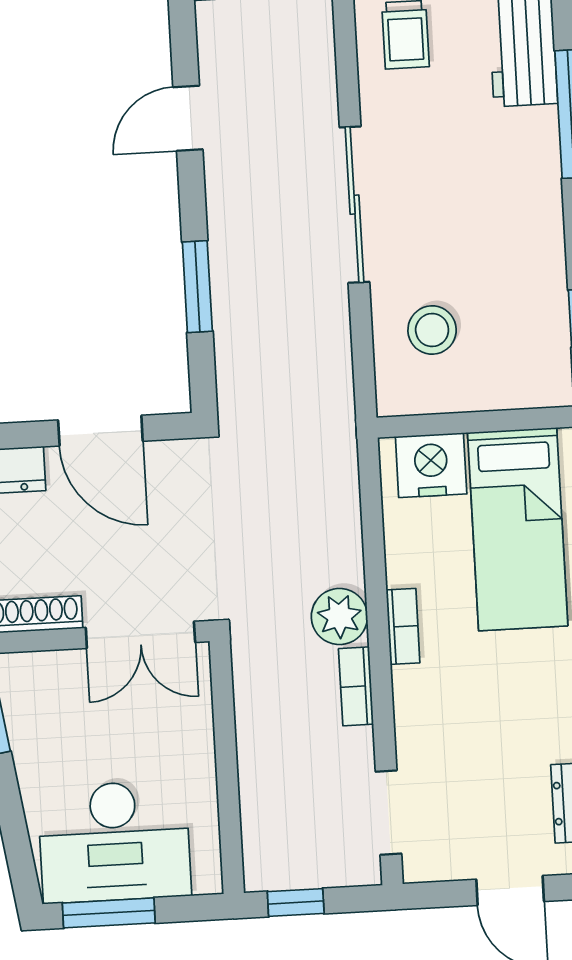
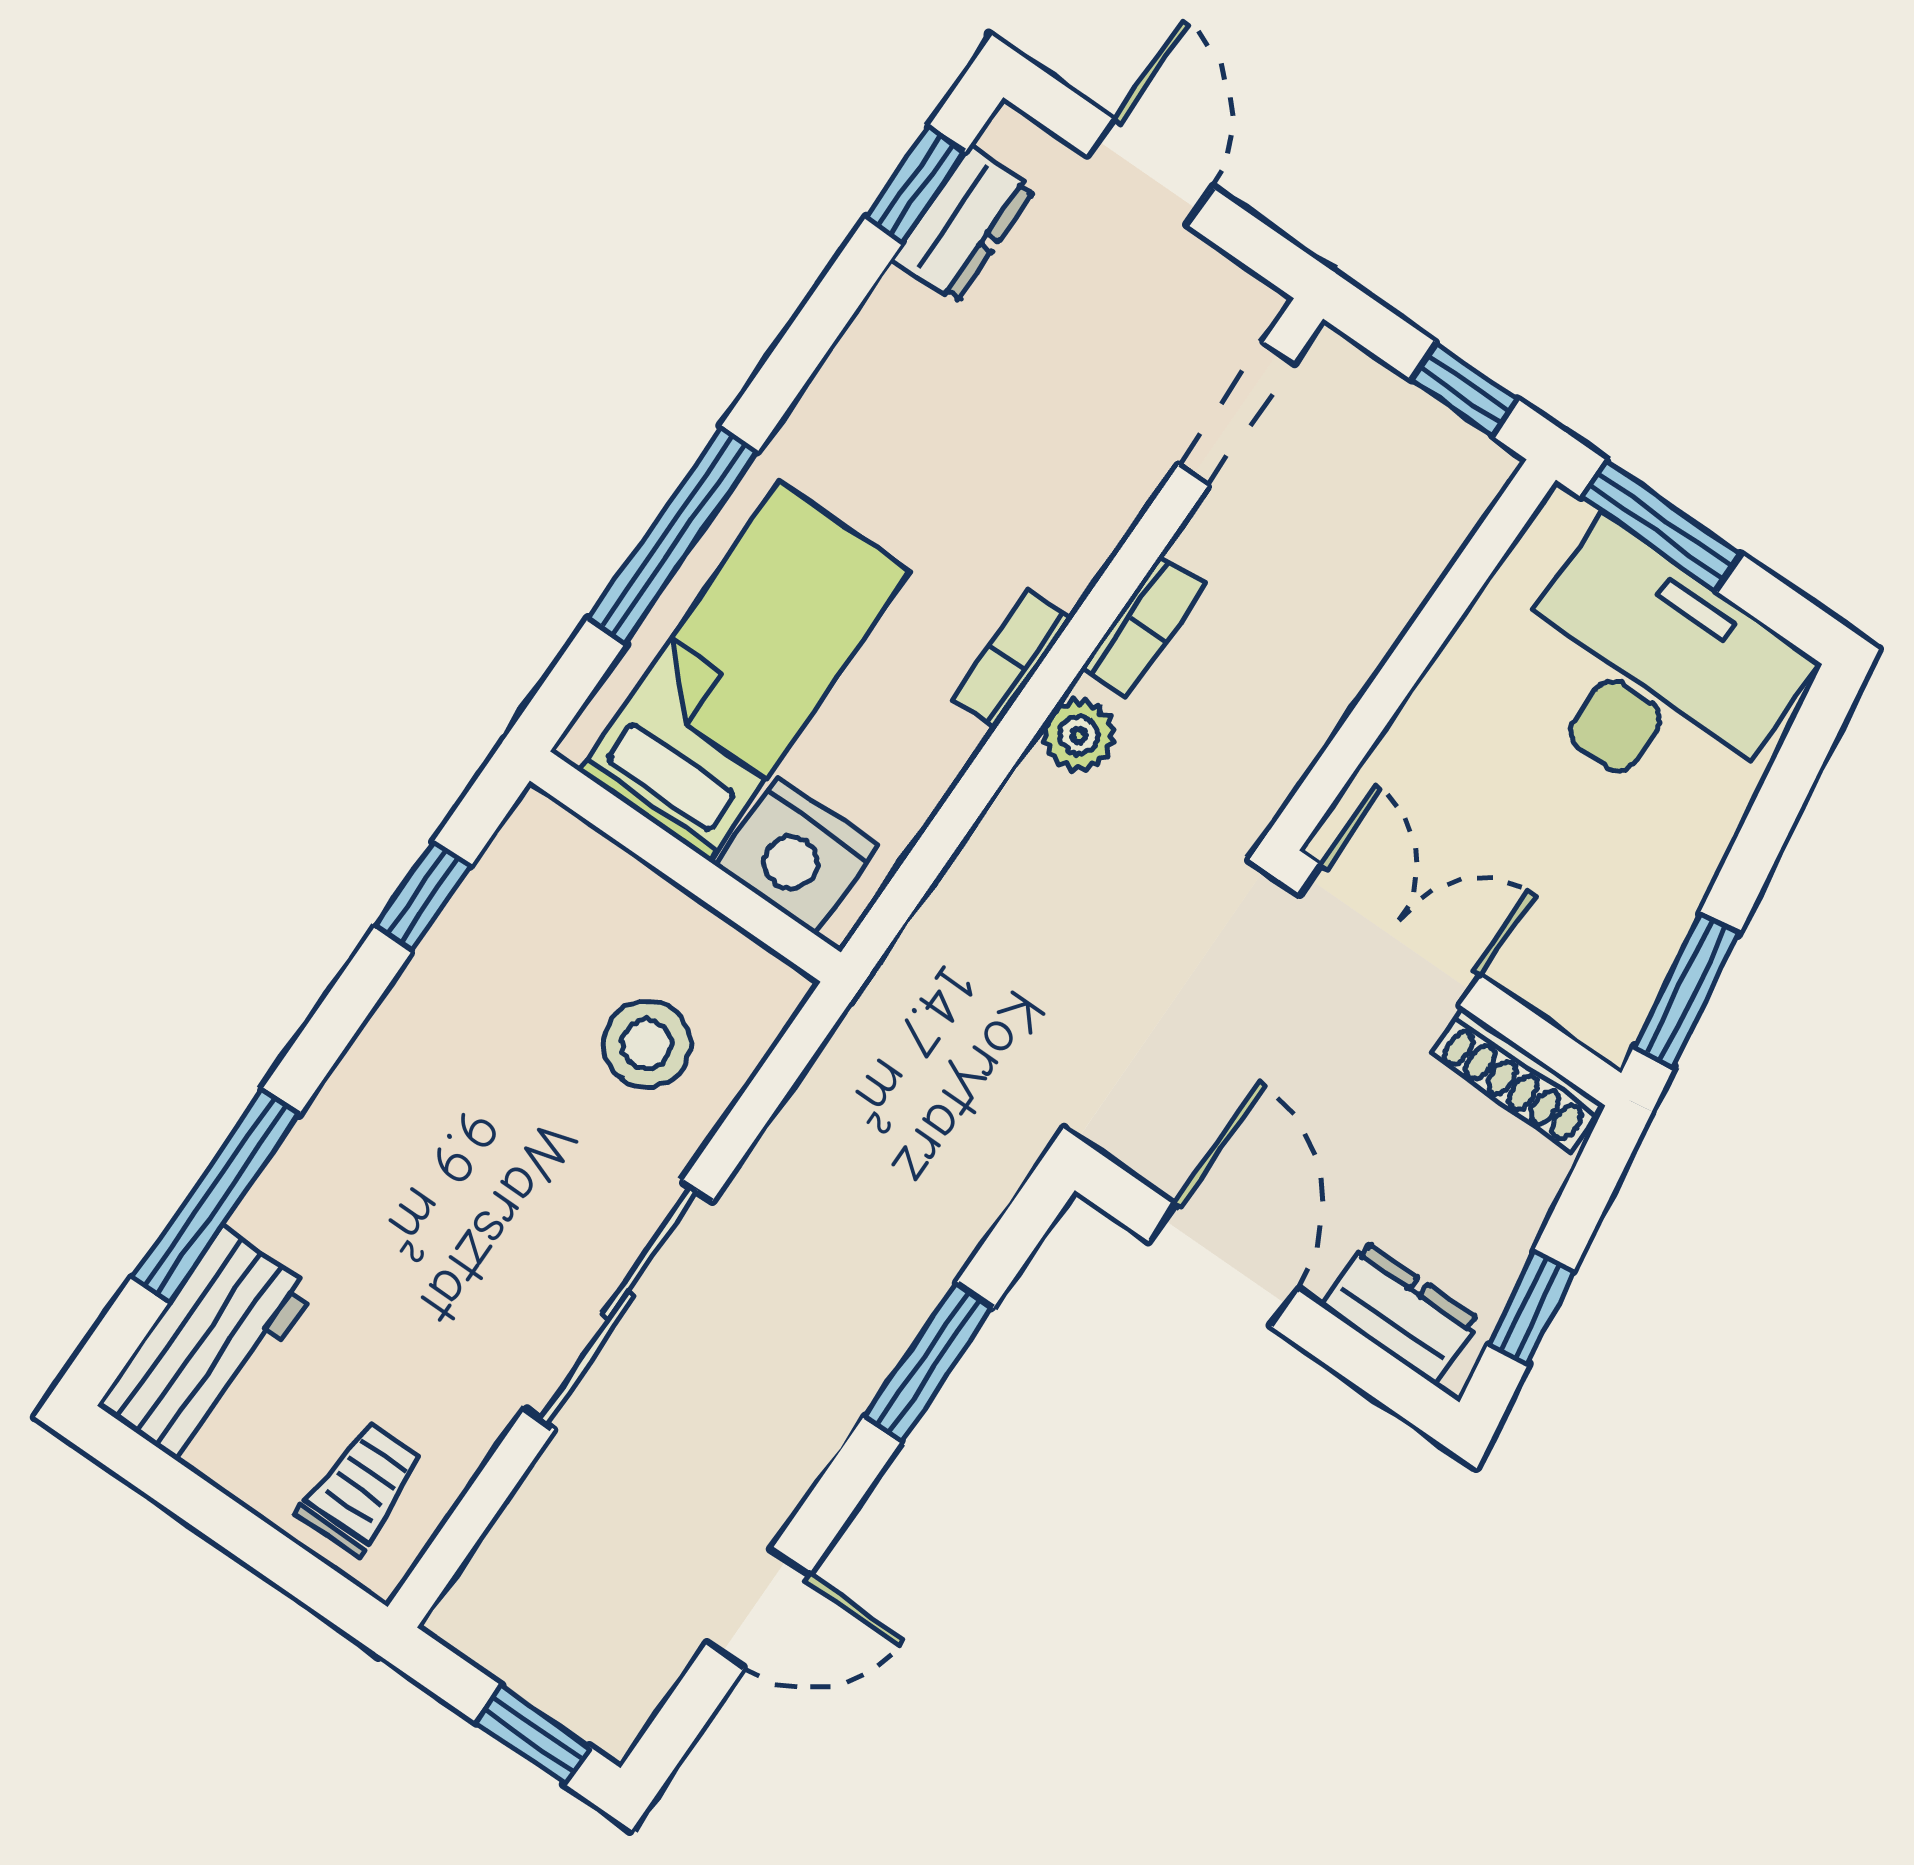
plant: (339, 617) -> (1079, 735), width x0.73, depth x0.73
window: (109, 913) -> (1661, 526), moved

